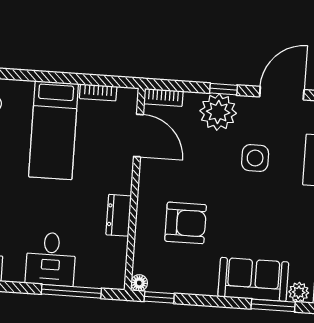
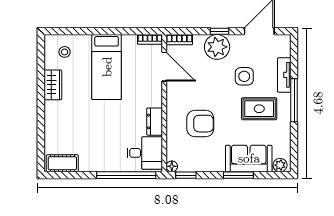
bookcase: (98, 92) -> (150, 39), moved
rug: (274, 207) -> (259, 109), added
desk: (51, 259) -> (145, 153), moved, turned -90
window: (71, 291) -> (126, 175), width x1.46
window: (273, 305) -> (238, 175), moved

